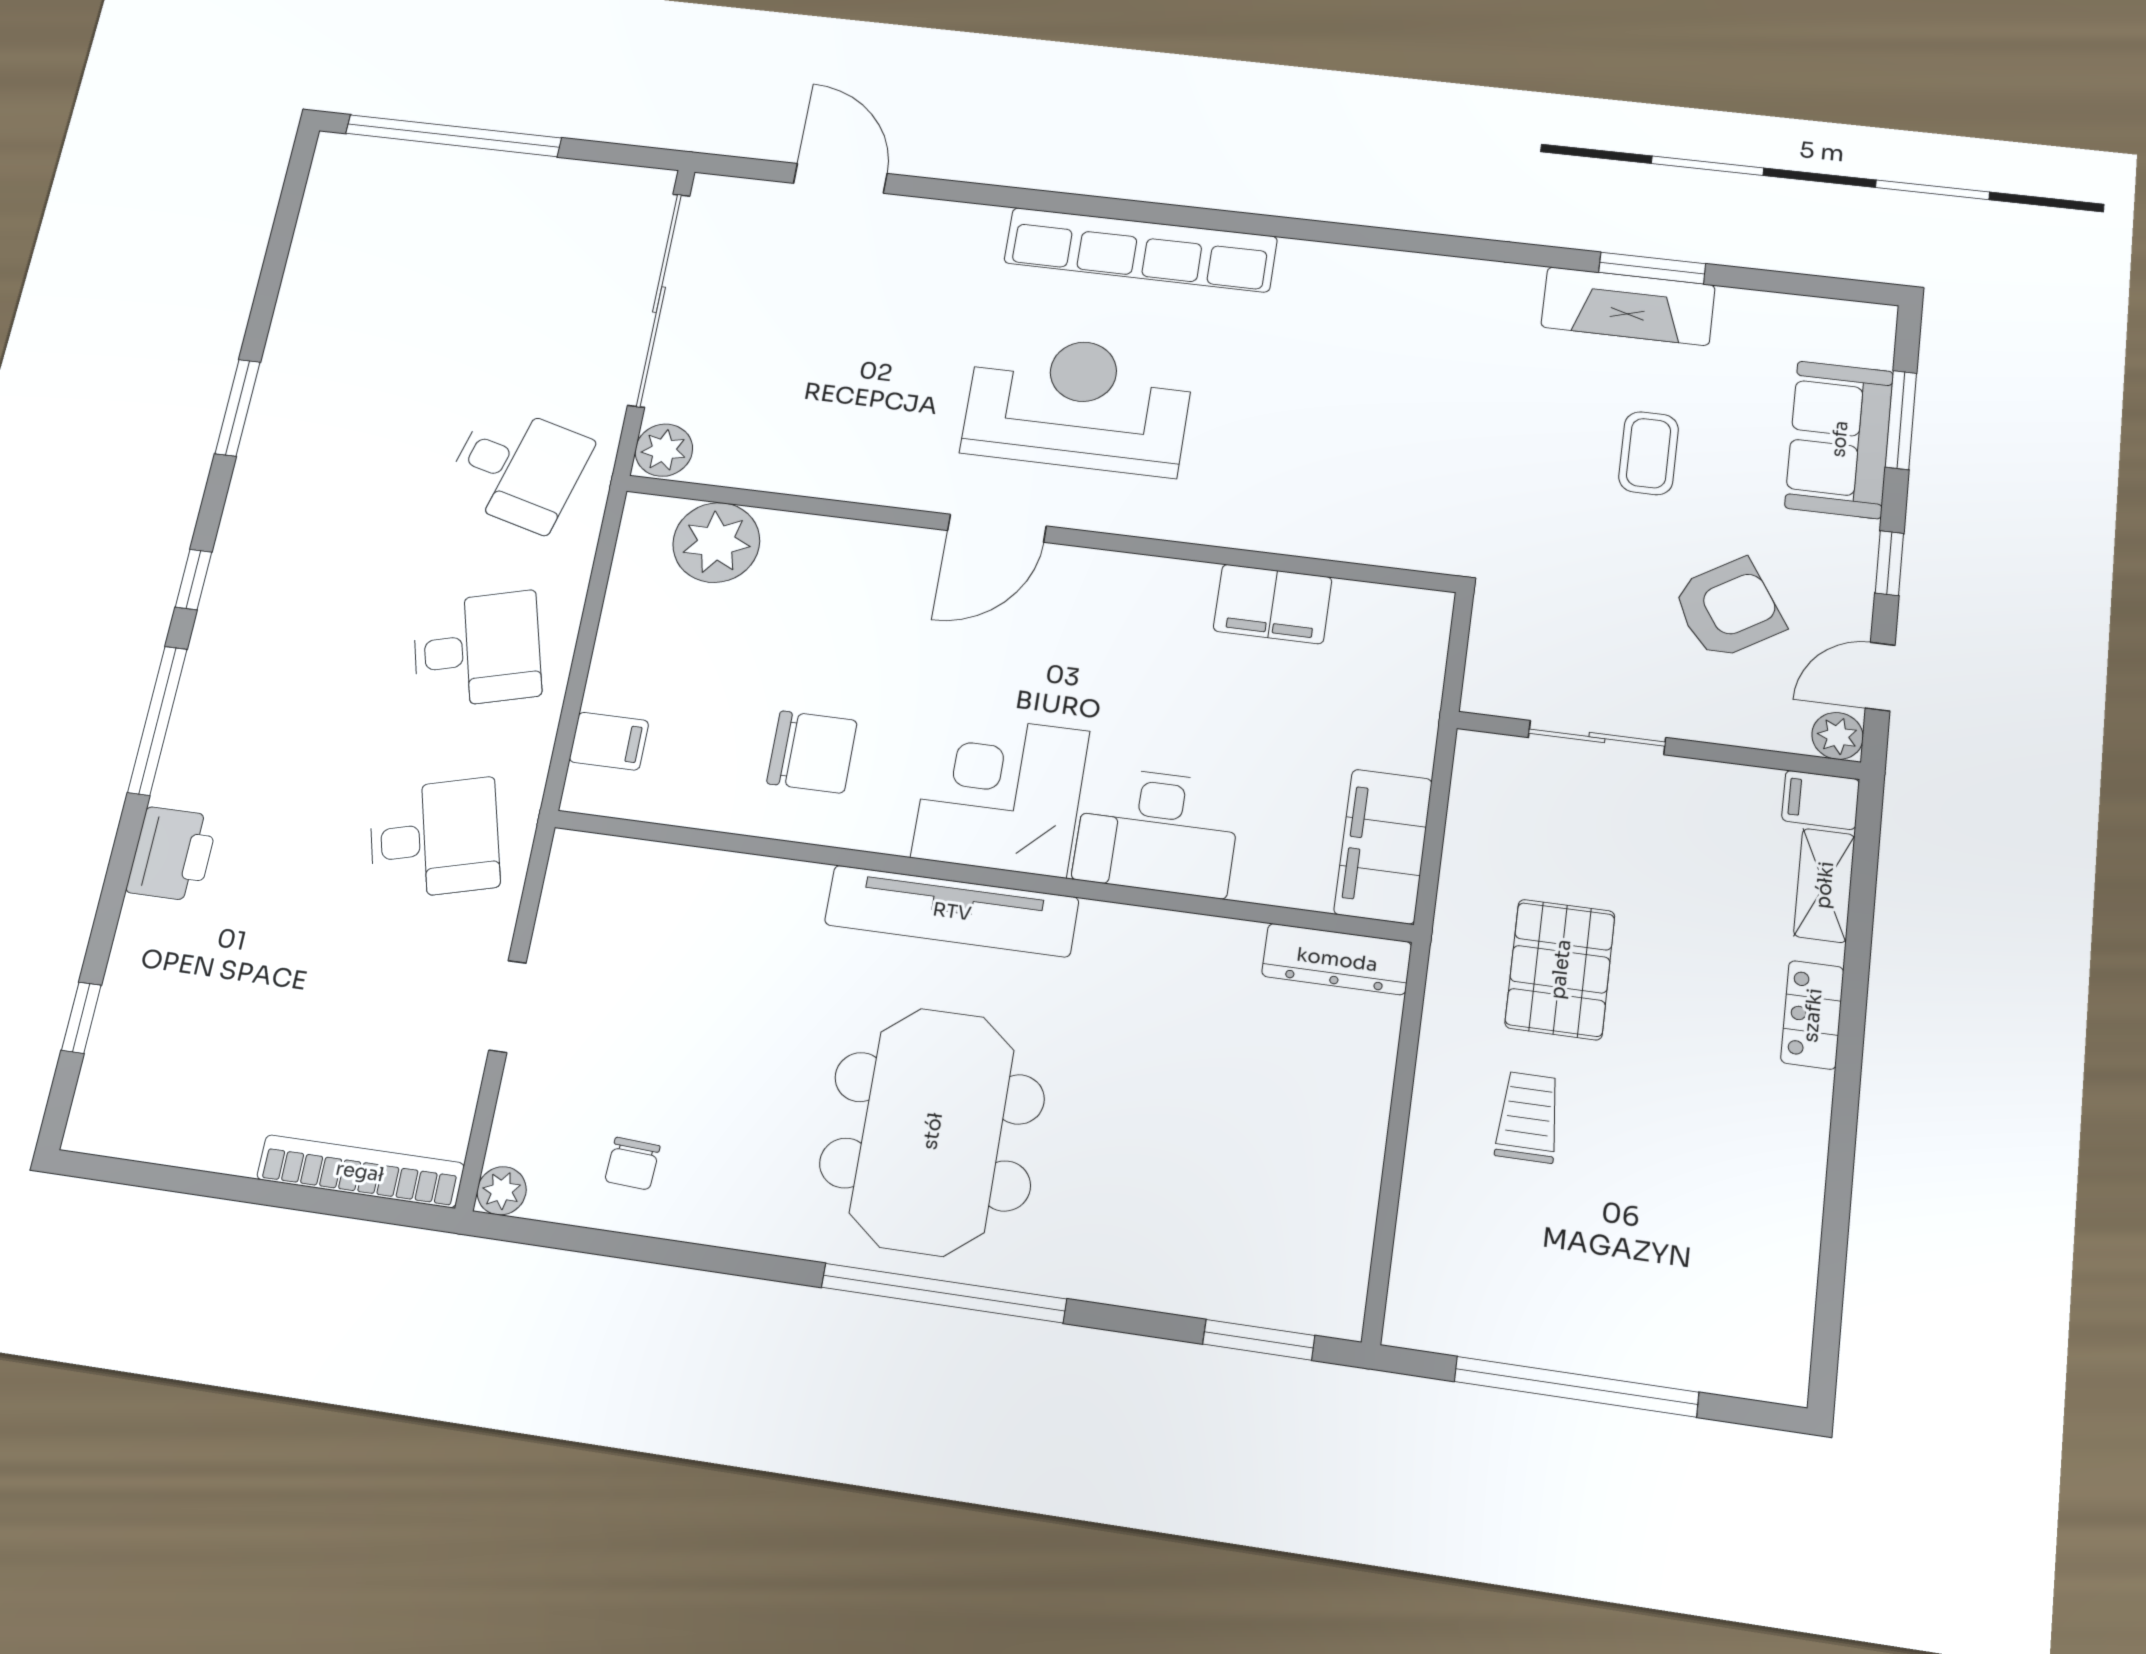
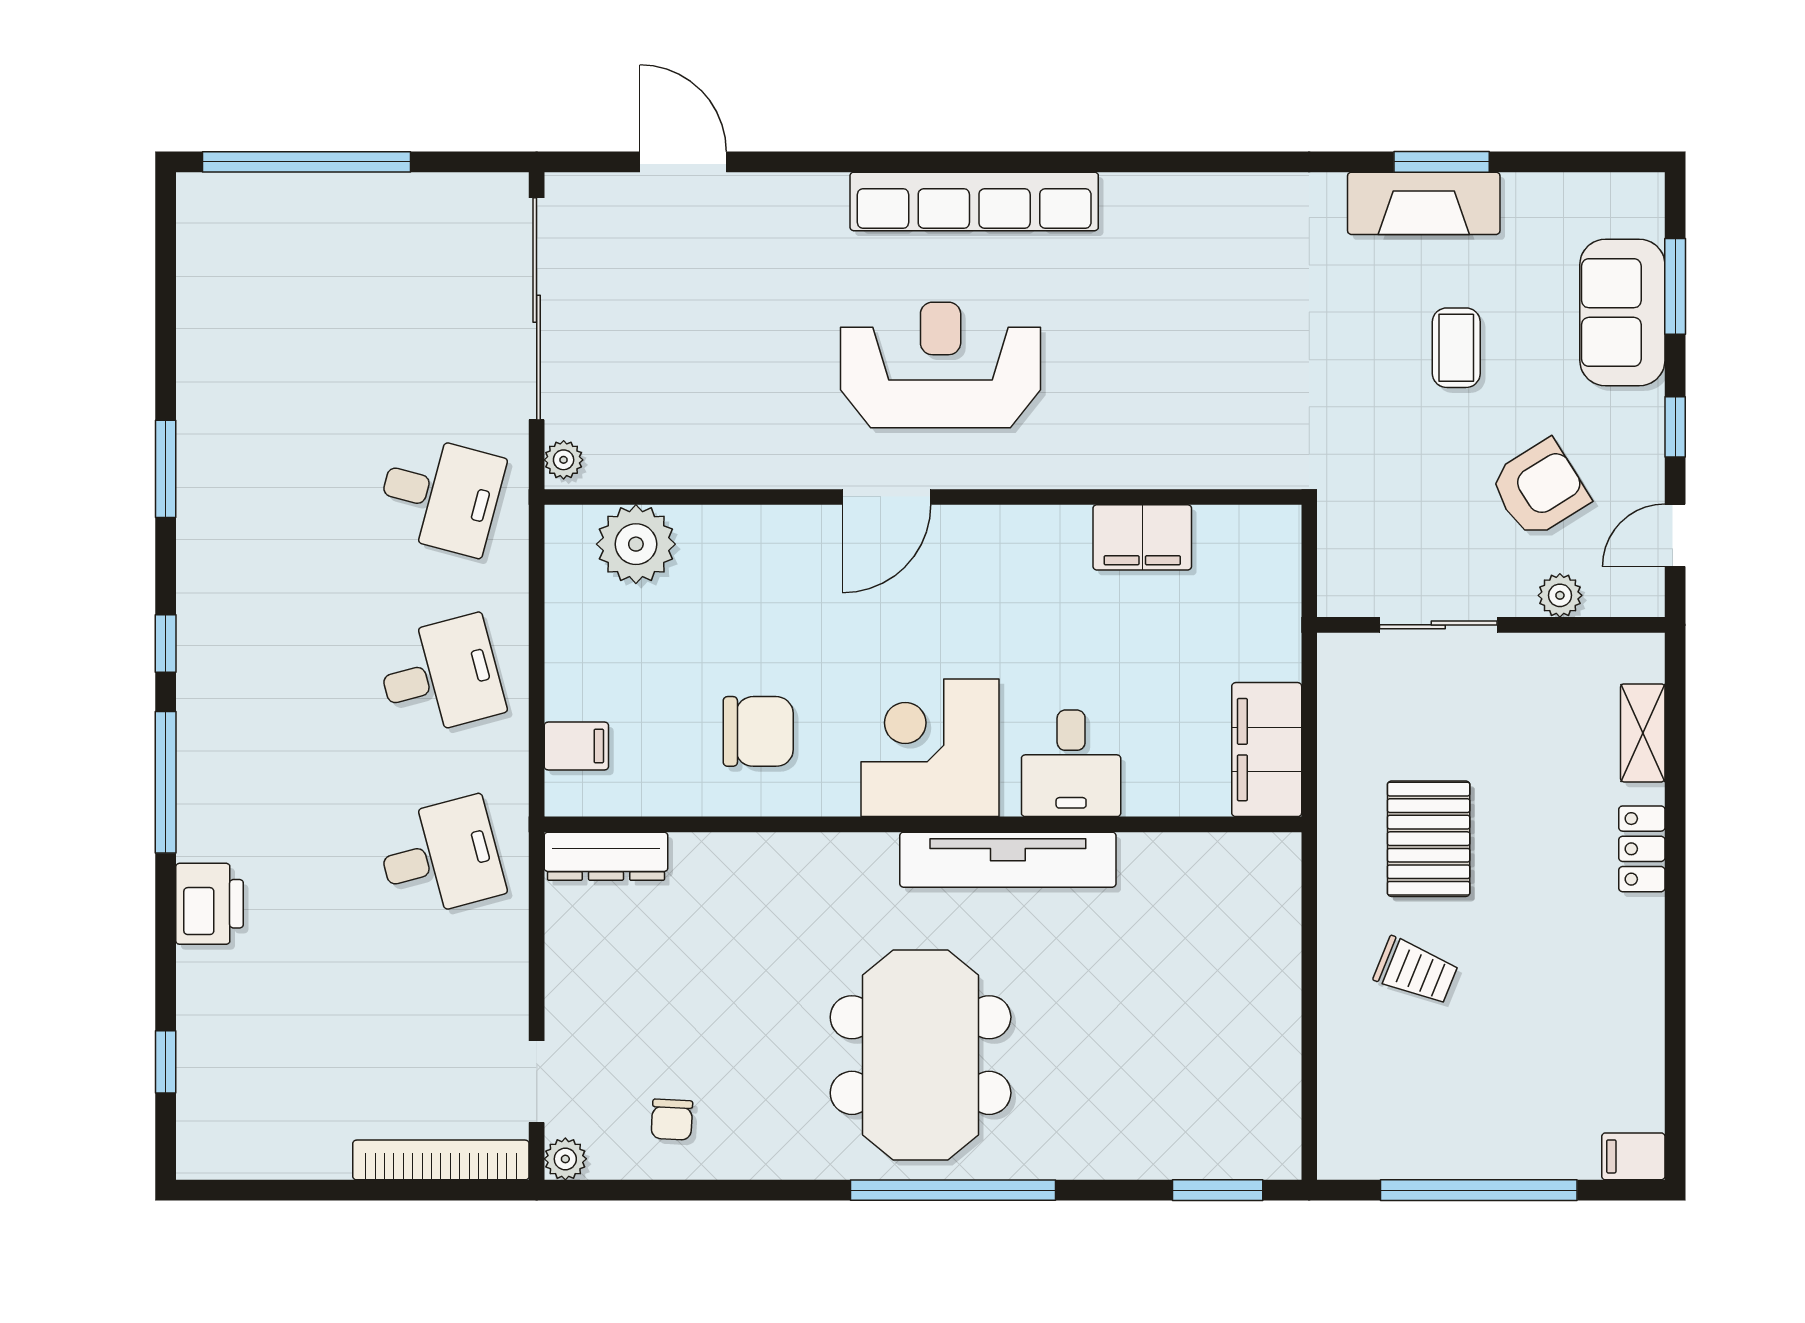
plant: (664, 450) -> (564, 460), width x0.73, depth x0.73
plant: (1837, 736) -> (1560, 595), moved
filing cabinet: (1821, 800) -> (1633, 1156), moved
desk: (1157, 832) -> (1071, 763), width x0.73
tv unit: (952, 911) -> (1008, 860), moved
dresser: (1337, 959) -> (606, 856), moved
doorway: (507, 1007) -> (537, 1082), moved
trolley: (1528, 1117) -> (1416, 971), turned 112

